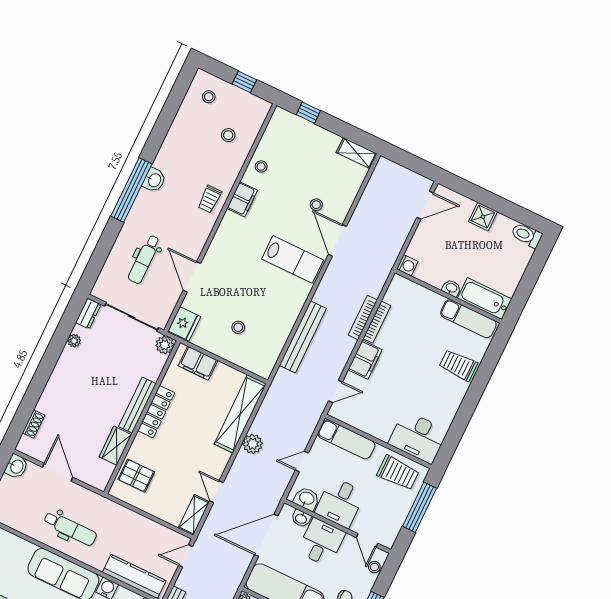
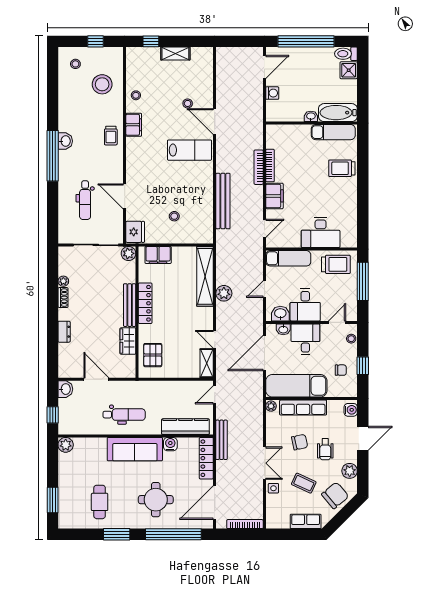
stool: (228, 135) -> (102, 84), width x1.89, depth x1.89
shelving: (357, 153) -> (175, 53), moved
window: (487, 199) -> (306, 41), added
shower: (483, 217) -> (349, 70), moved
washing machine: (407, 265) -> (272, 93), moved
dresser: (88, 314) -> (64, 332), moved
shoe rack: (34, 424) -> (63, 298), moved
desk: (418, 437) -> (321, 233), moved
pallet: (136, 476) -> (153, 355), turned 90
door: (367, 540) -> (337, 322), swing flipped

